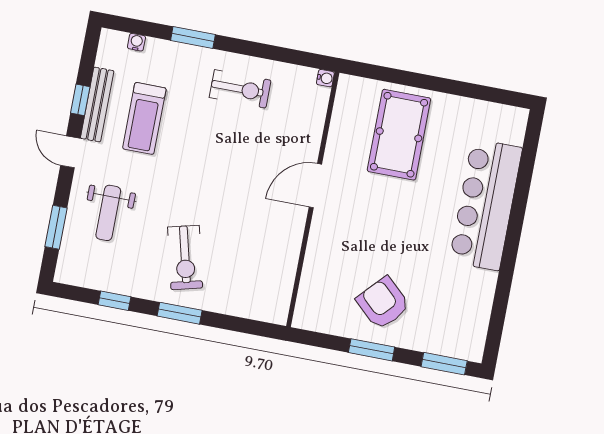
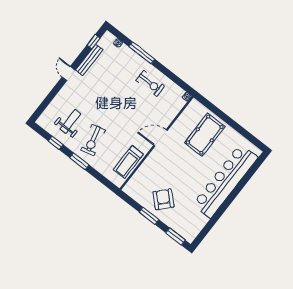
window: (193, 38) -> (142, 53), width x1.44
window: (80, 100) -> (93, 42), moved
treadmill: (144, 118) -> (128, 162), moved
bar counter: (486, 205) -> (225, 181), width x1.36
weight bench: (108, 213) -> (70, 122), moved, turned 180
window: (56, 227) -> (47, 101), removed

